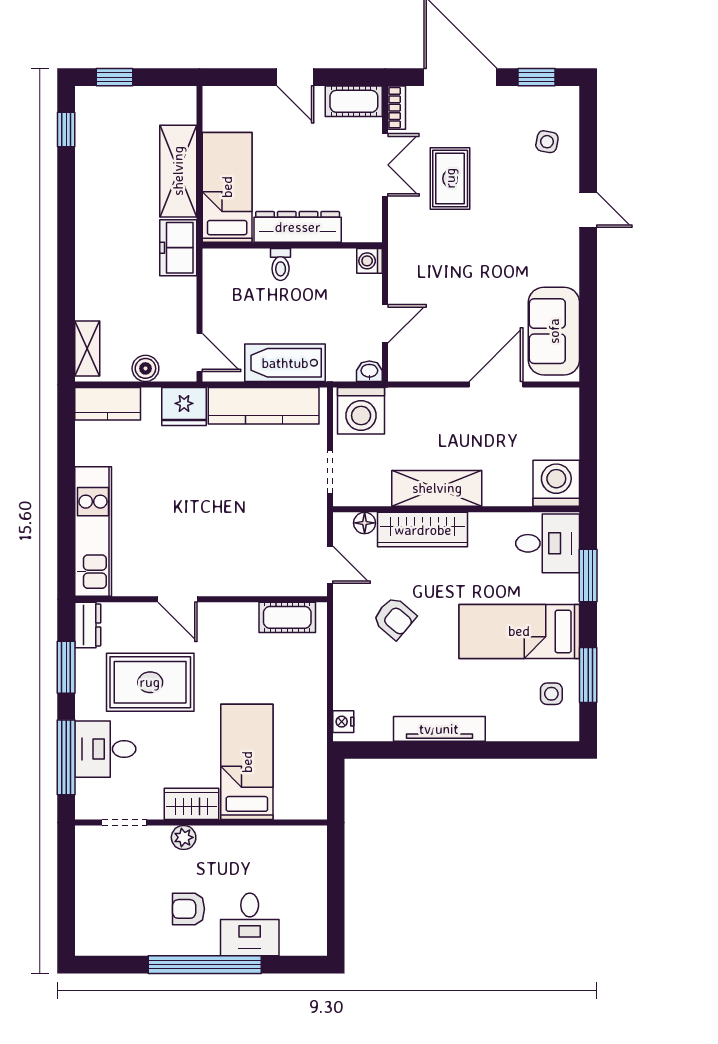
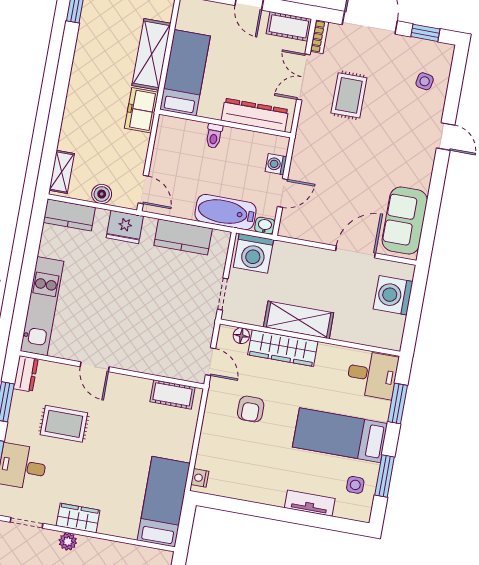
double door: (385, 165) -> (303, 77), swing flipped
dresser: (298, 227) -> (255, 115), moved
washing machine: (370, 261) -> (276, 164), moved
bathtub: (285, 363) -> (226, 212), moved
kitchen counter: (264, 406) -> (183, 237), width x0.67
washing machine: (556, 483) -> (393, 295), moved, turned -90
armchair: (394, 618) -> (251, 409), turned 50
rug: (150, 682) -> (64, 424), width x0.73, depth x0.70
tv unit: (439, 729) -> (310, 503), moved, width x0.71
bed: (247, 762) -> (164, 502), moved

